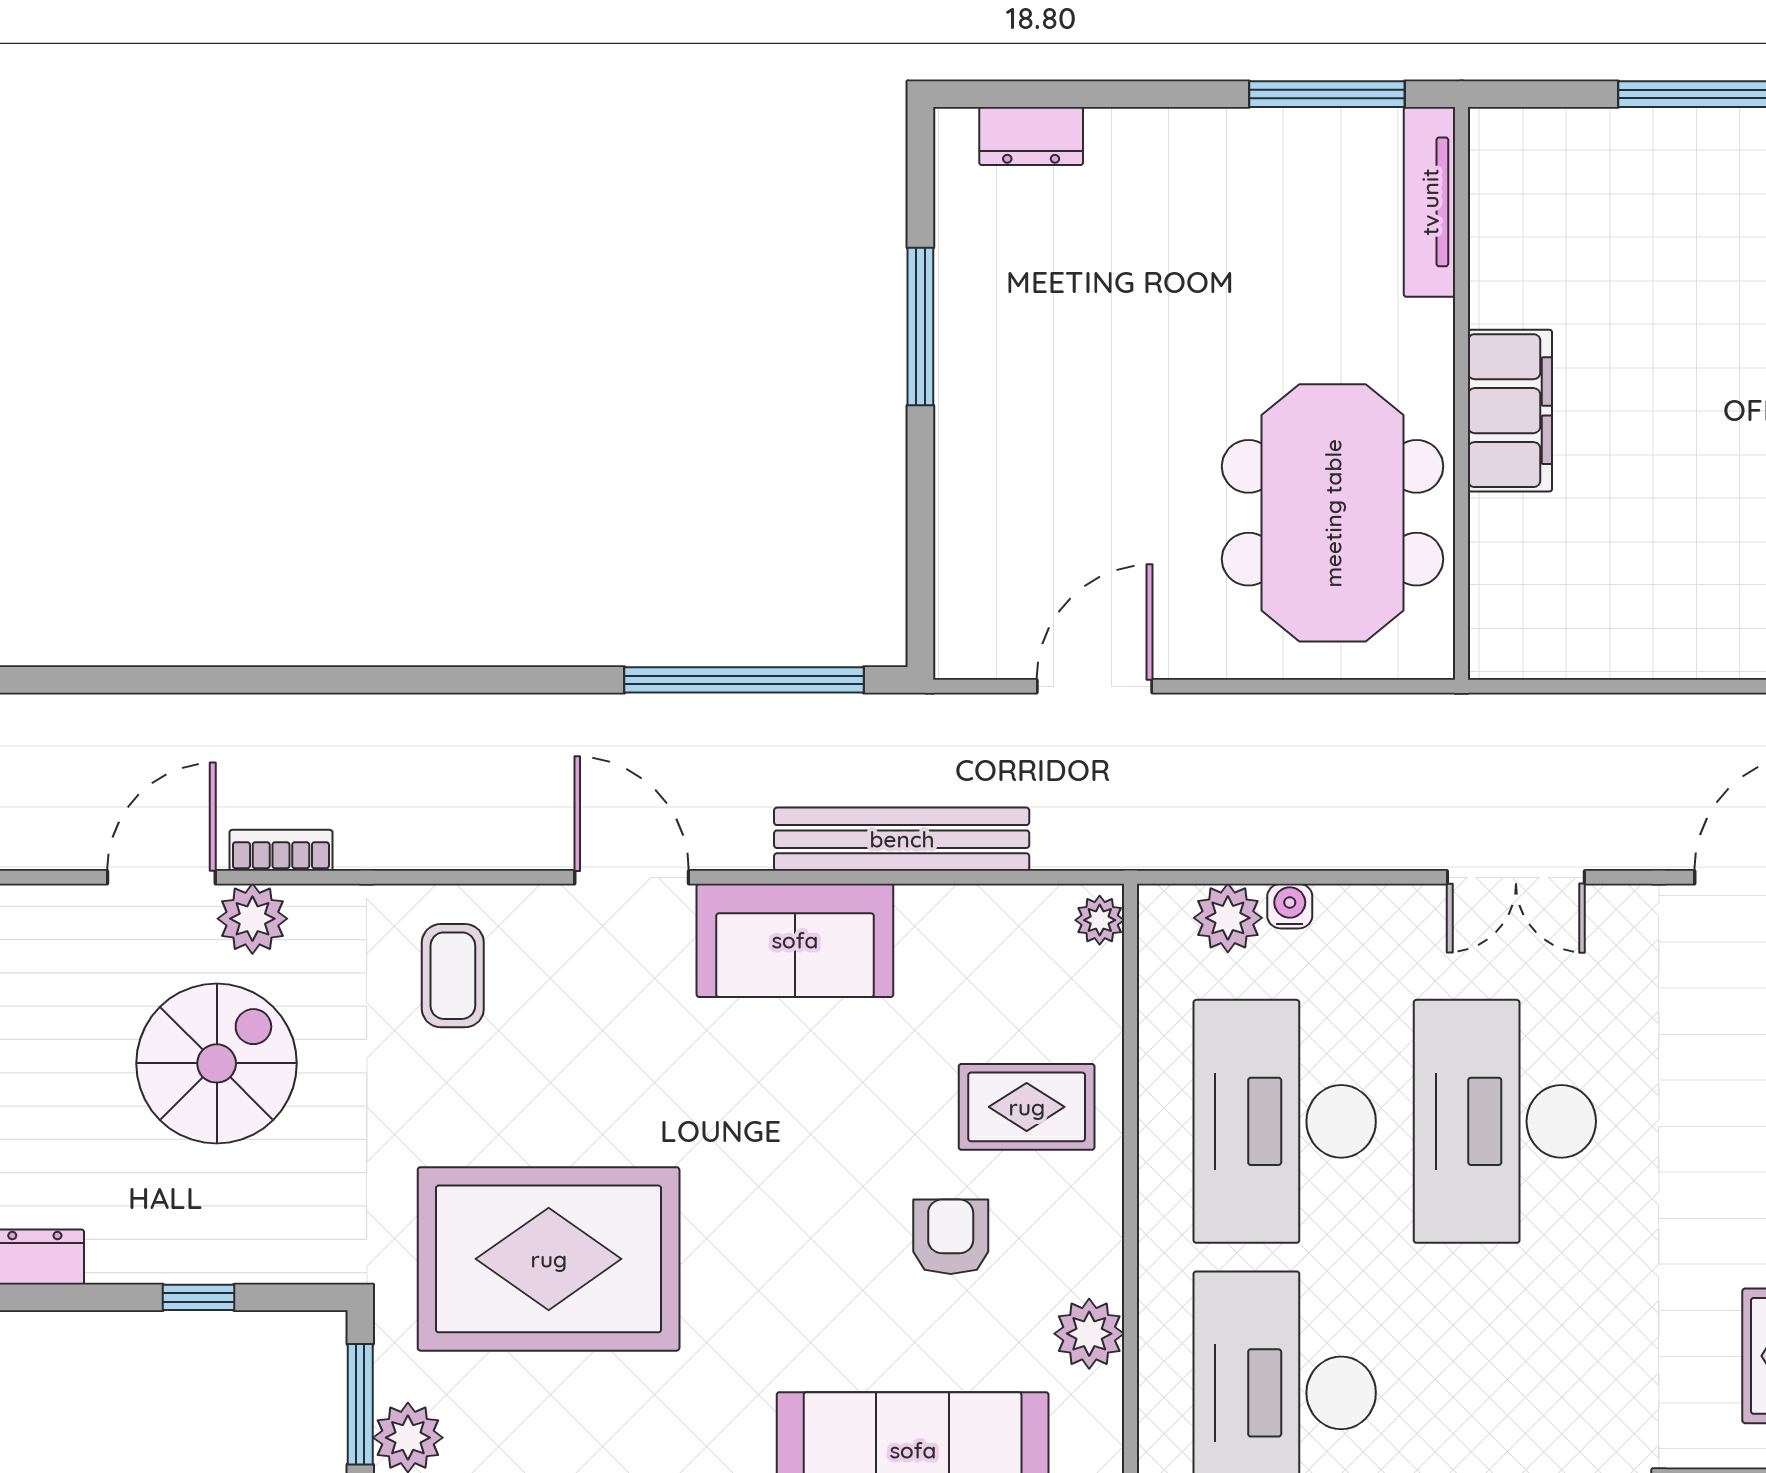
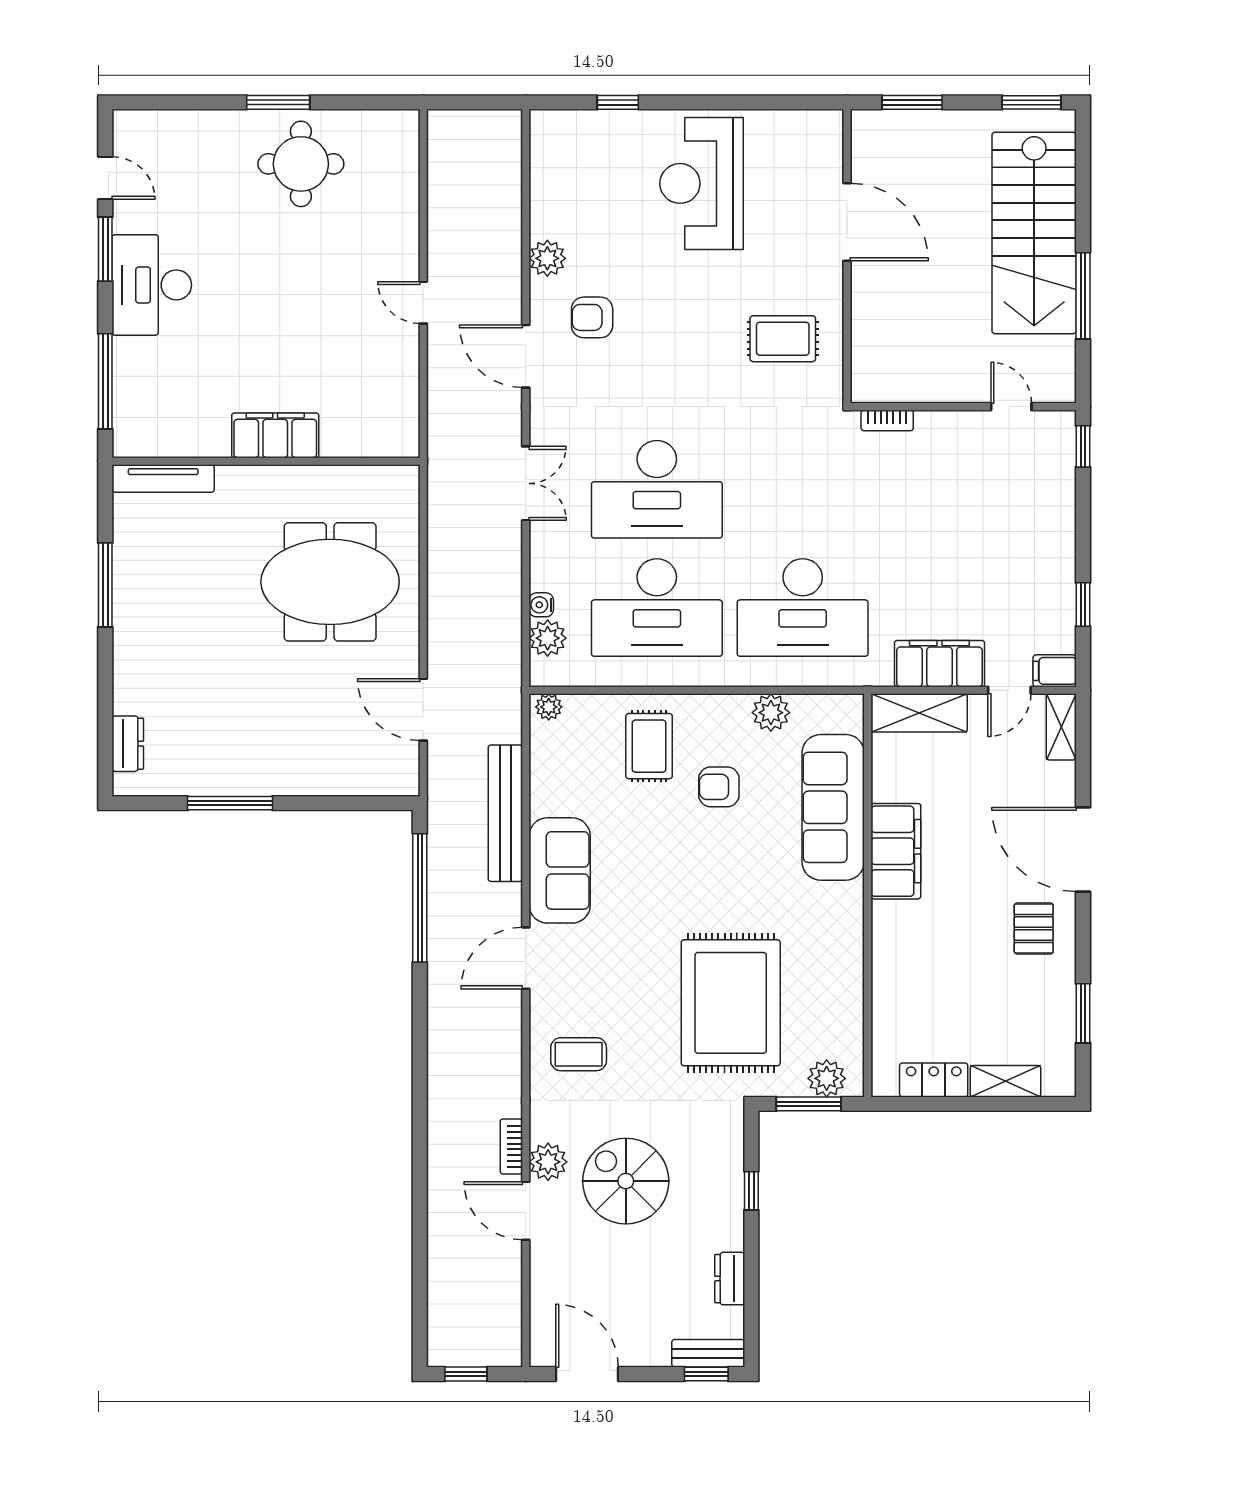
tv unit: (1430, 202) -> (163, 479), moved
wall: (1462, 393) -> (266, 461), moved
filing cabinet: (1510, 411) -> (275, 435), moved

